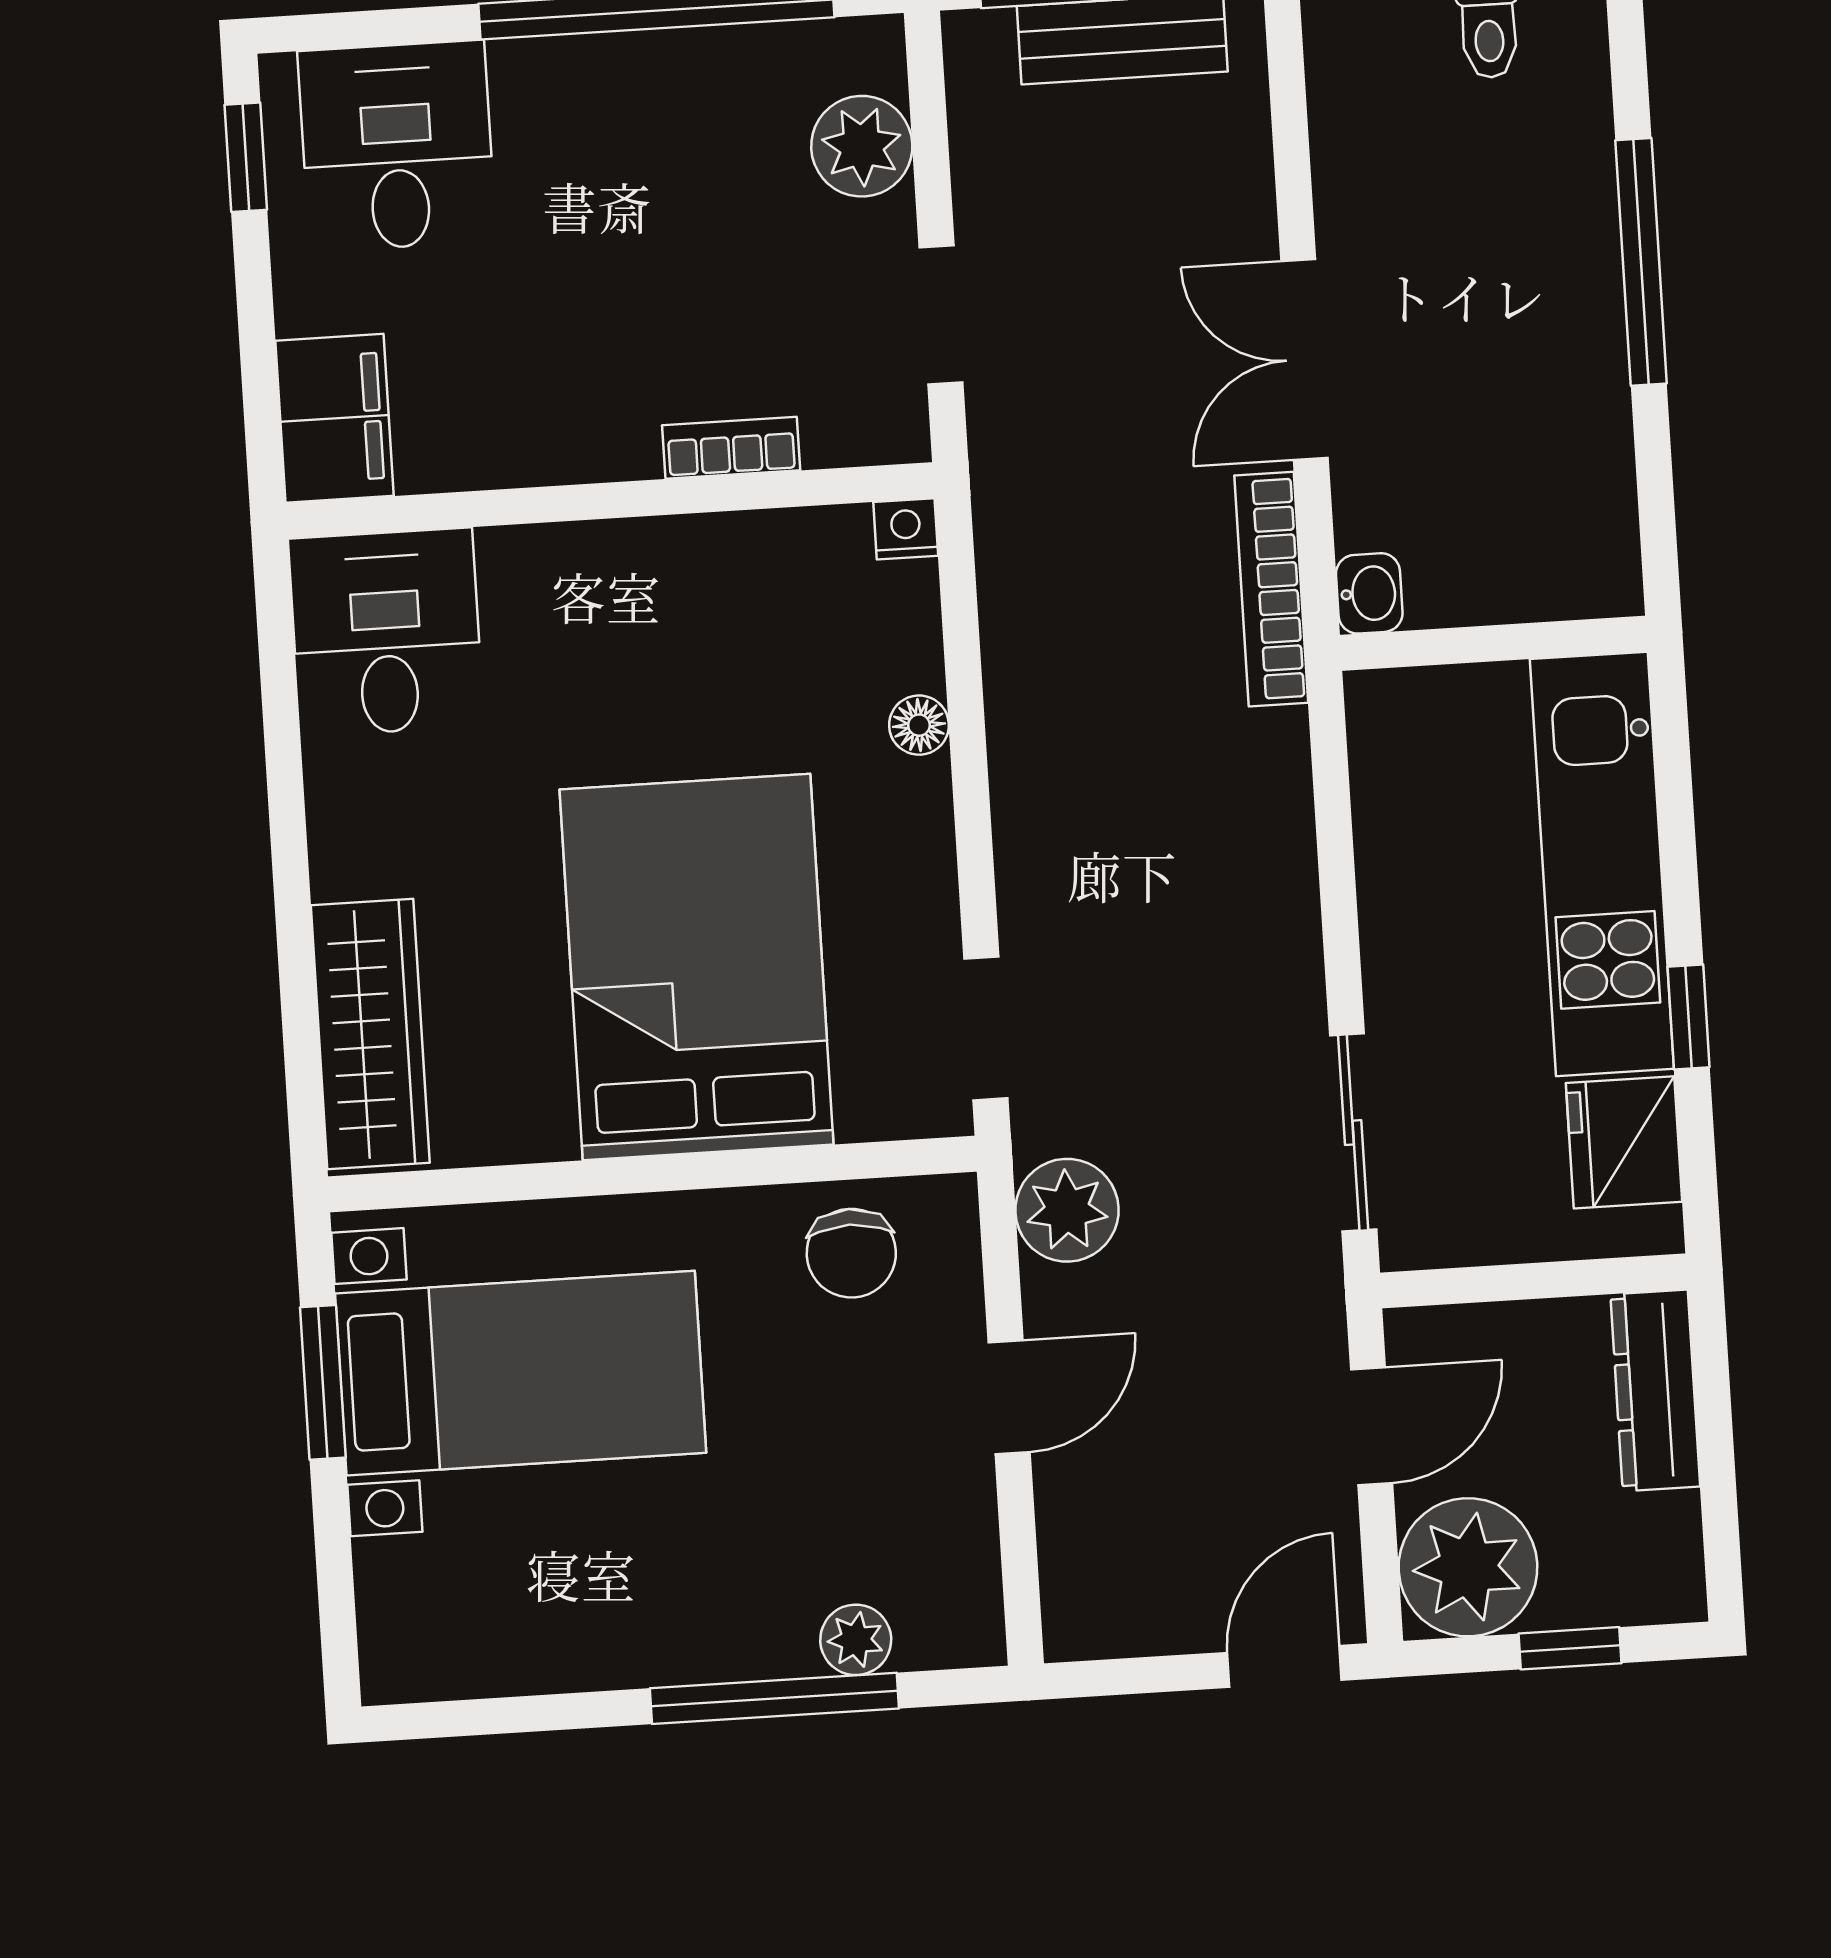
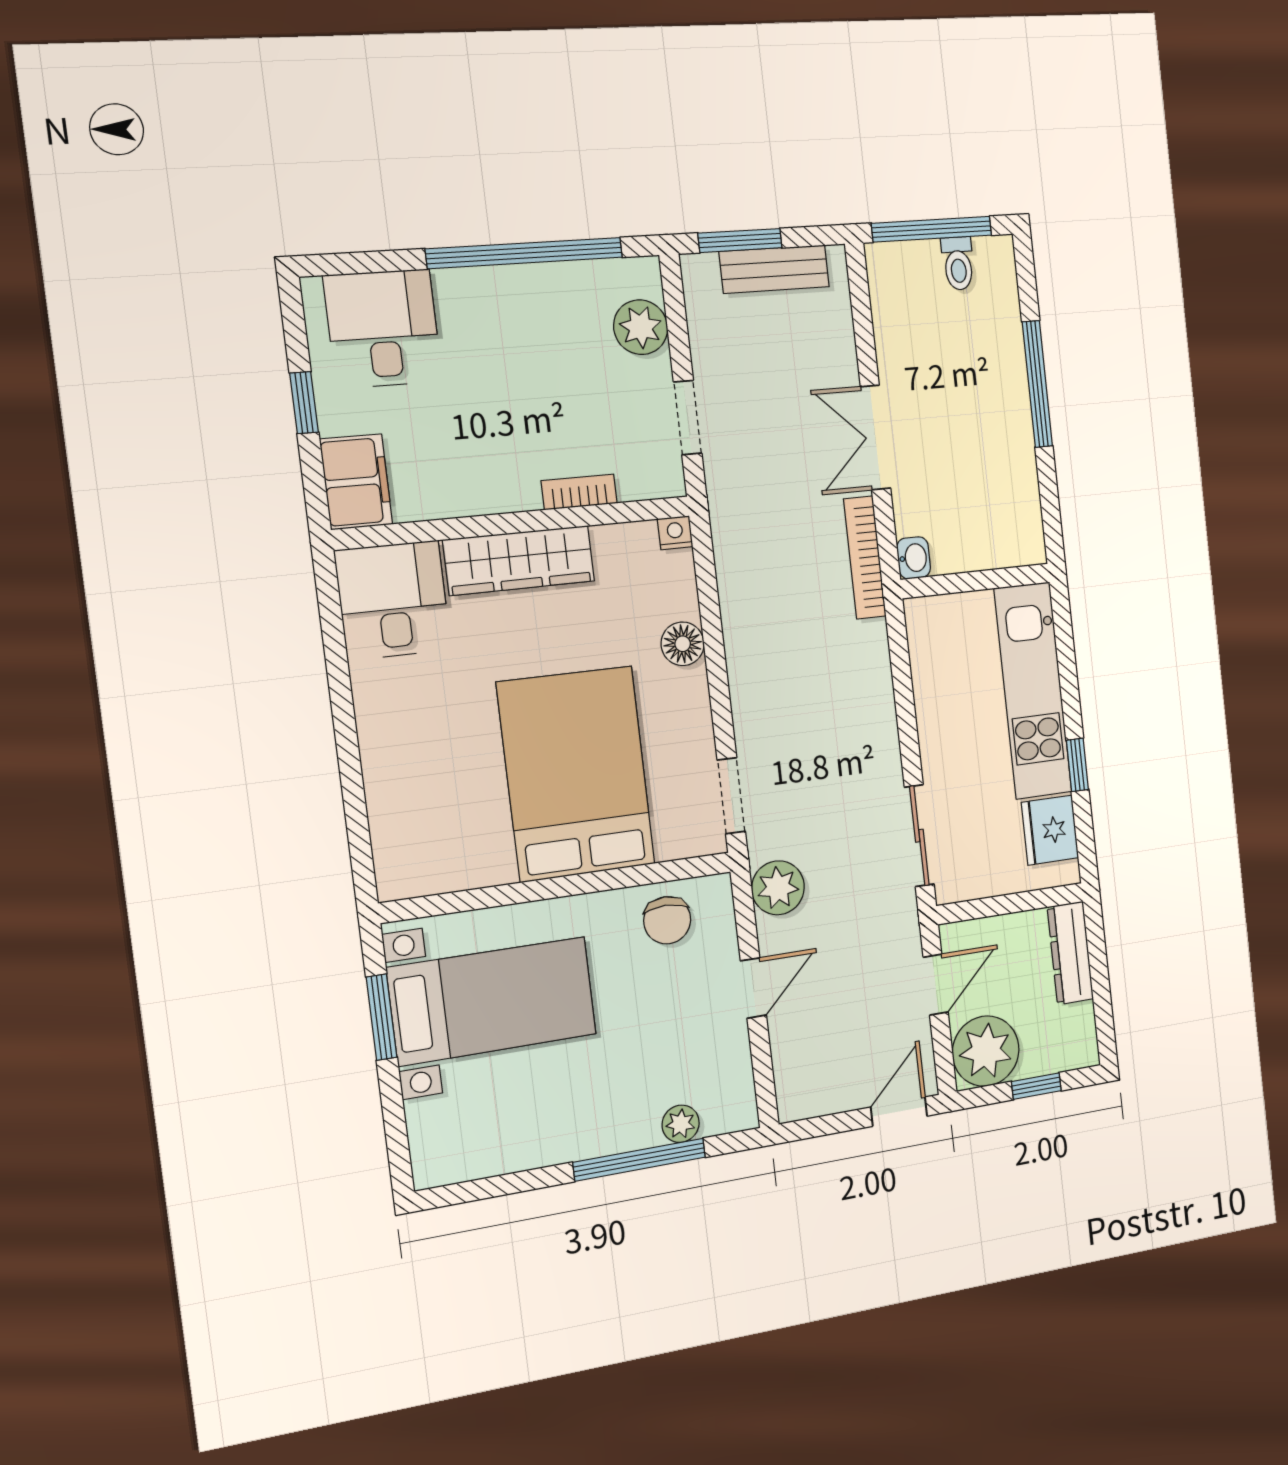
window: (246, 157) -> (304, 403), moved
floor lamp: (919, 725) -> (683, 644), width x1.37, depth x1.37
wardrobe: (370, 1034) -> (519, 560), moved, turned 90

